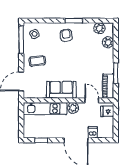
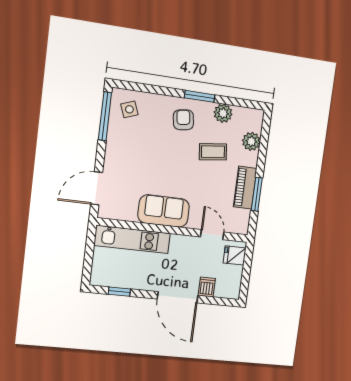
plant: (99, 28) -> (223, 113), moved
coffee table: (37, 61) -> (213, 152), moved
piano: (108, 86) -> (245, 188), moved
plant: (73, 108) -> (179, 244), removed

